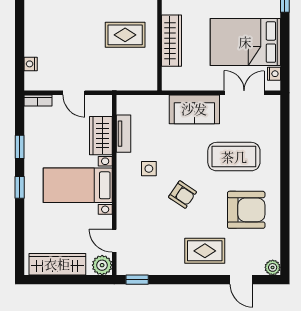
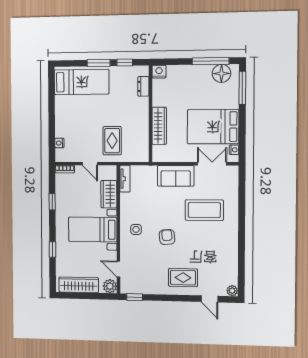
rug: (125, 35) -> (112, 141), moved, turned 90
tv unit: (124, 134) -> (125, 179), moved
side table: (149, 169) -> (136, 229), moved
window: (20, 187) -> (52, 249), moved
armchair: (183, 195) -> (167, 237), turned -129
armchair: (246, 210) -> (213, 249), removed

